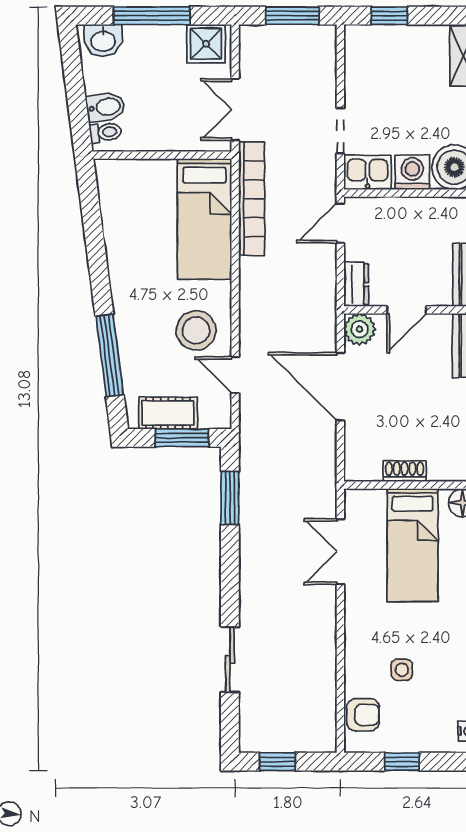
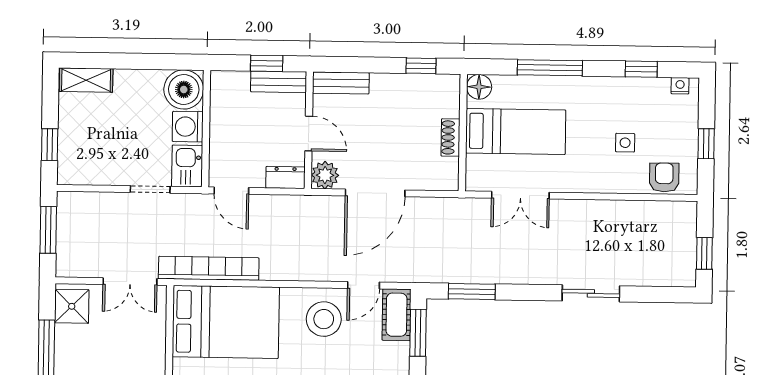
bed: (205, 219) -> (226, 322), width x1.50
cot: (168, 413) -> (397, 315), moved
sliding door: (230, 660) -> (591, 293), moved

